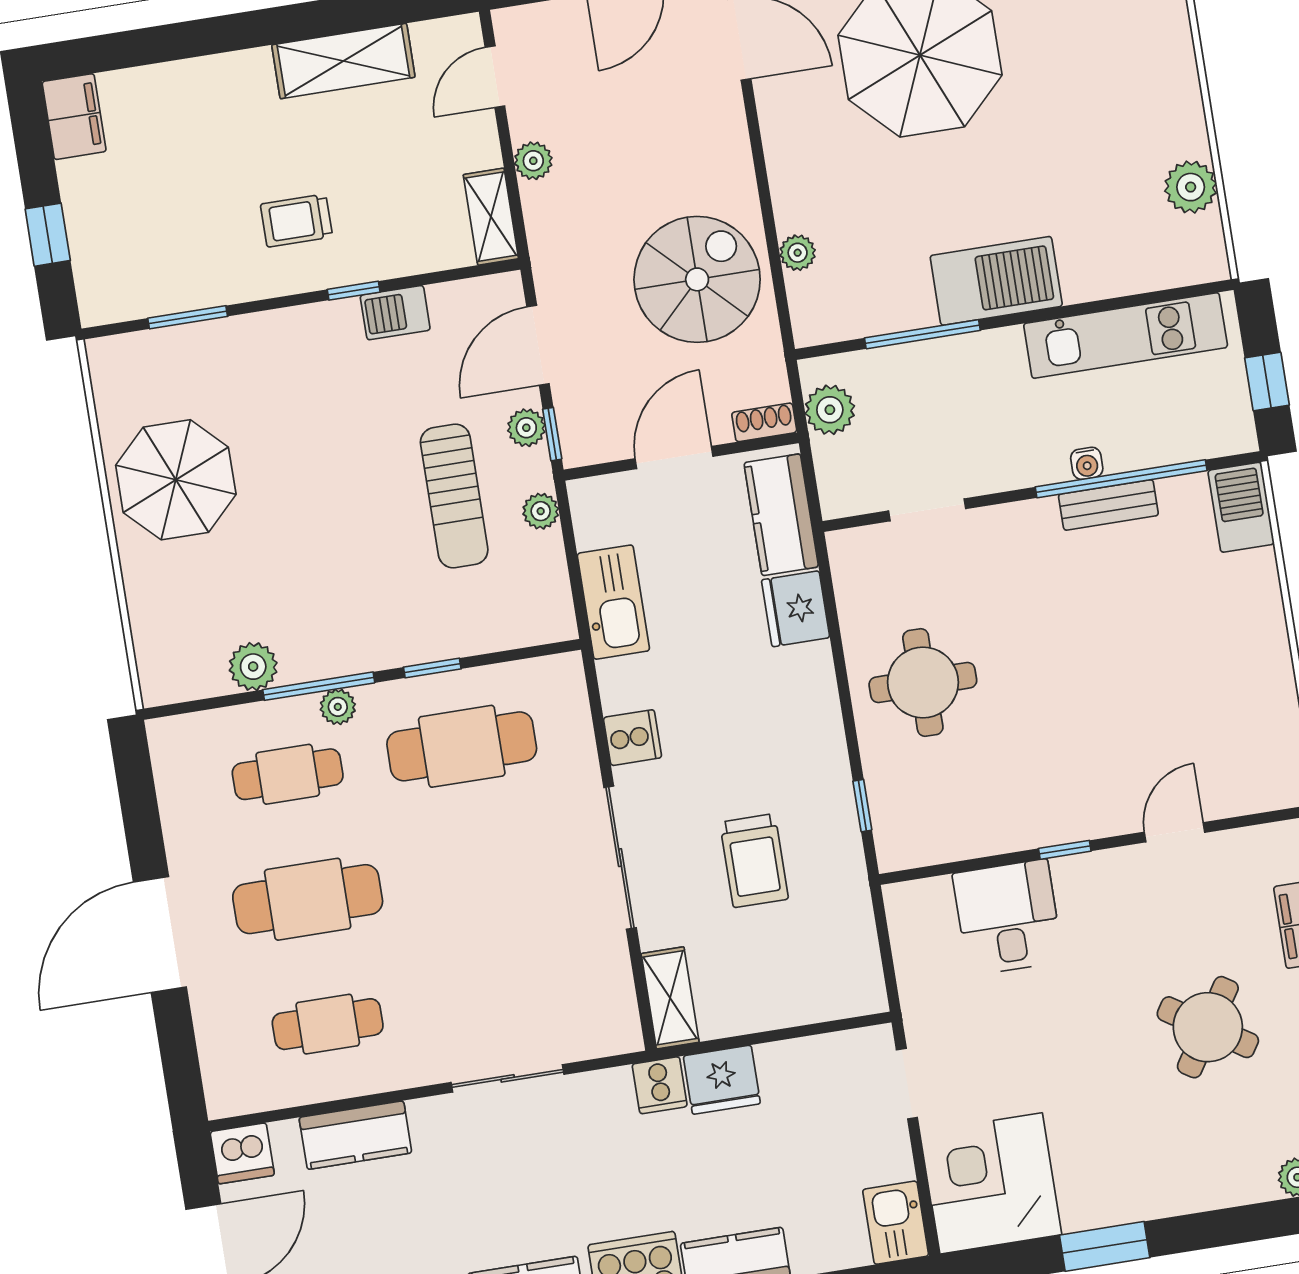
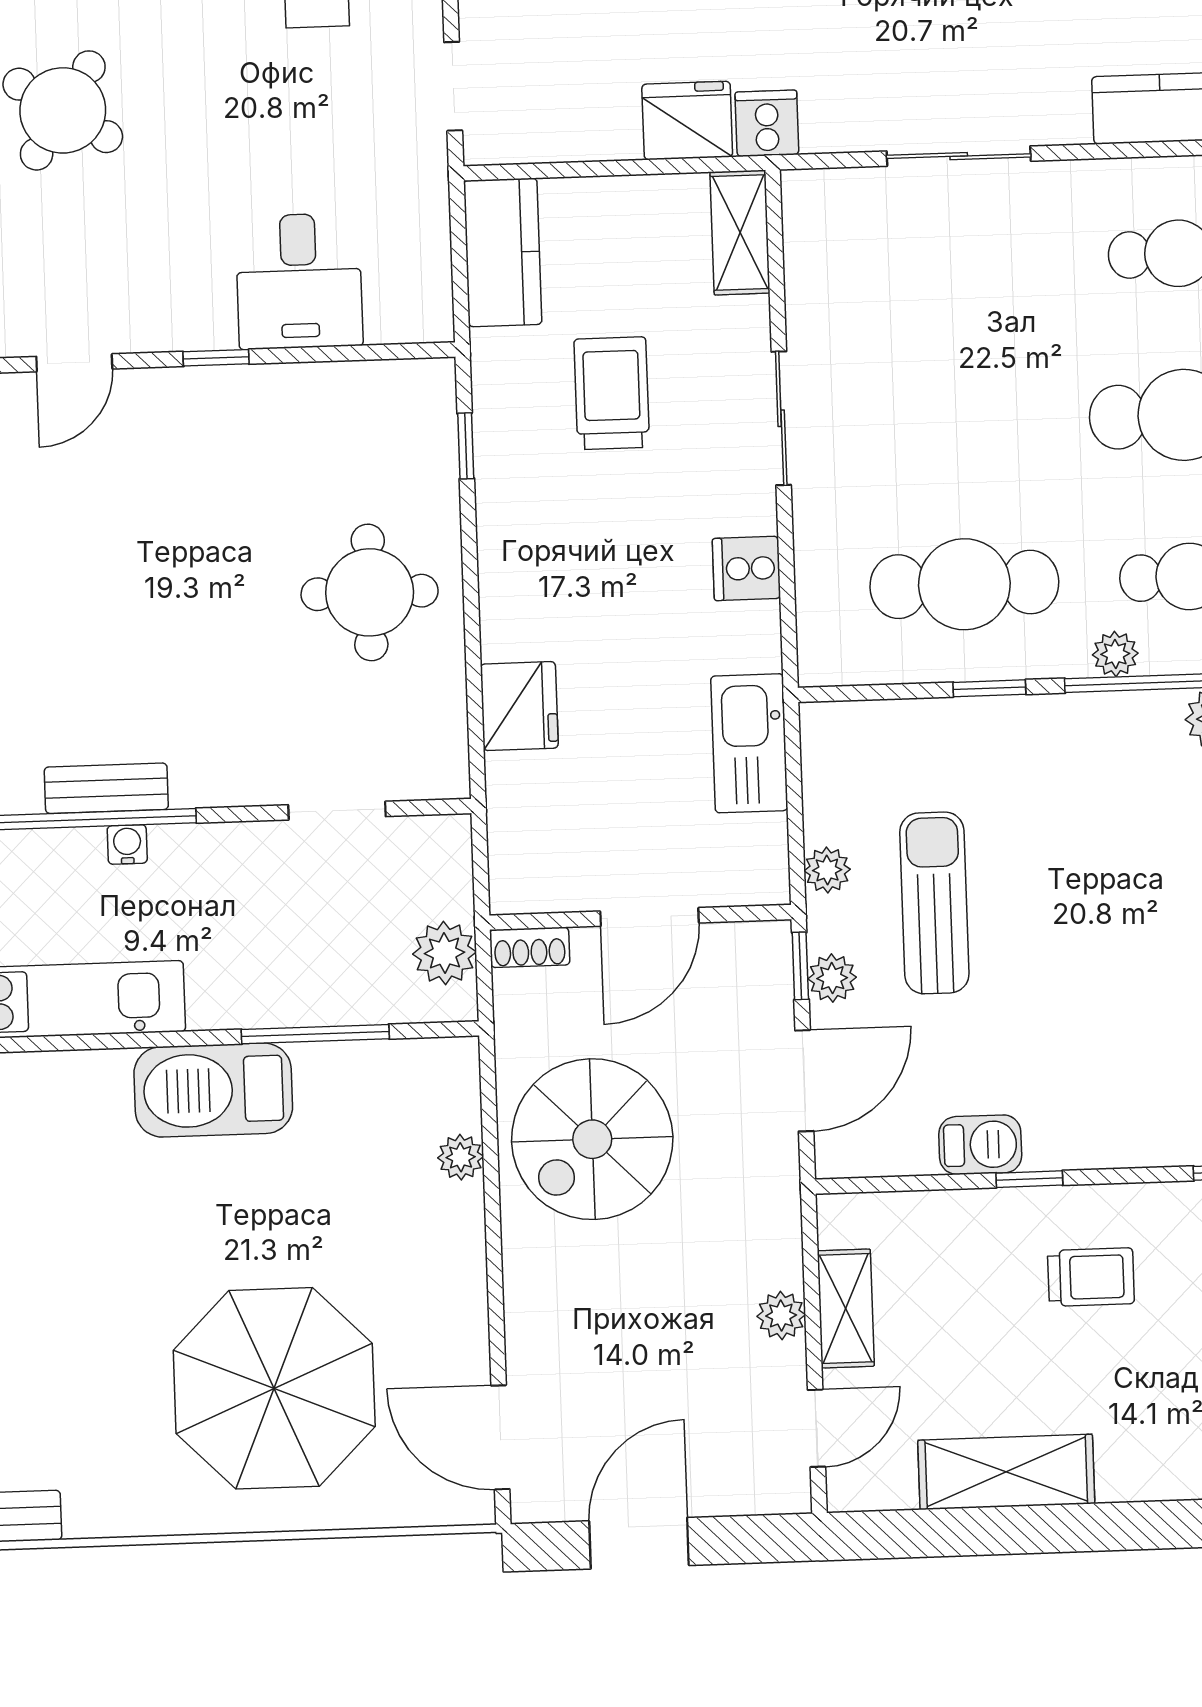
shelving: (491, 217) -> (846, 1309), moved
kitchen counter: (781, 515) -> (503, 252), moved
sliding door: (620, 858) -> (781, 418), width x0.73

